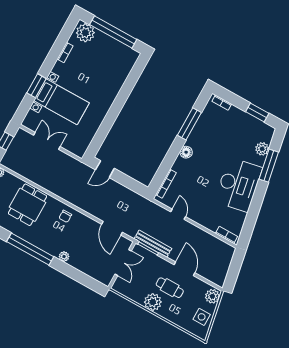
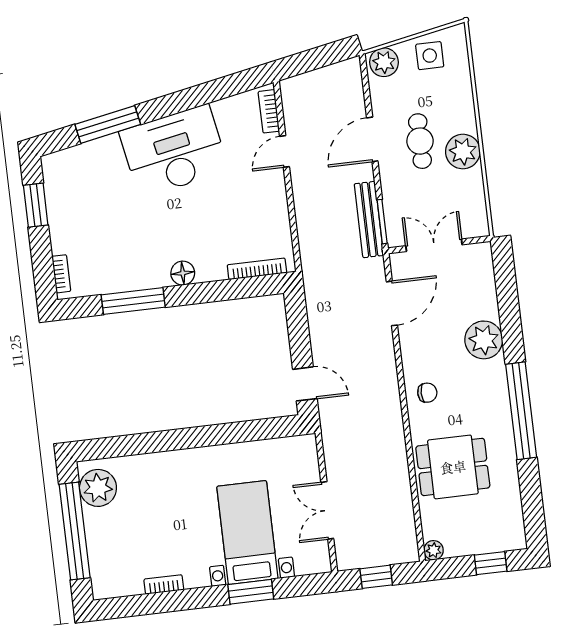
plant: (85, 33) -> (98, 488), moved
plant: (262, 149) -> (89, 155), removed
door: (178, 214) -> (285, 151), moved
plant: (64, 257) -> (484, 340), width x1.87, depth x1.87

